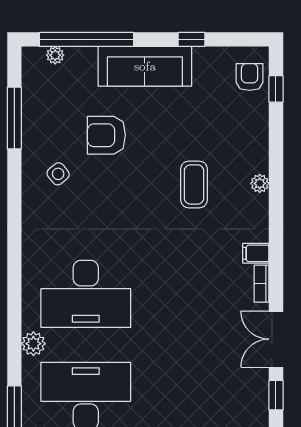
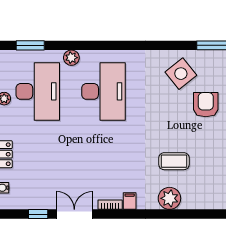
side table: (58, 174) -> (181, 74), width x1.87, depth x1.87
plant: (260, 183) -> (169, 198), width x1.87, depth x1.87
desk: (86, 294) -> (103, 91), turned 180

